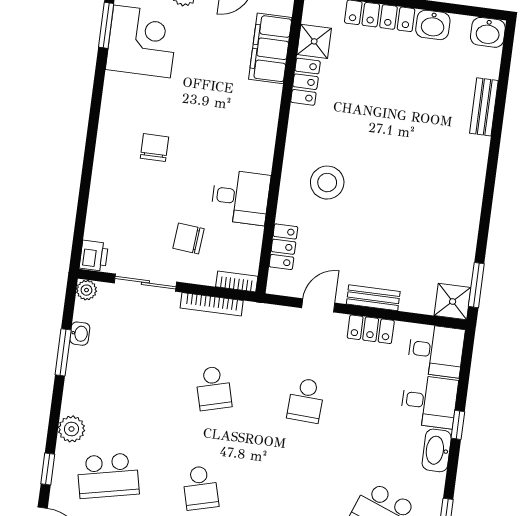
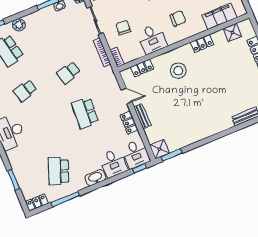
locker: (306, 82) -> (202, 43), moved
chair: (230, 127) -> (178, 18), added
school desk: (306, 400) -> (85, 113), width x1.85
window: (458, 425) -> (140, 168), moved

